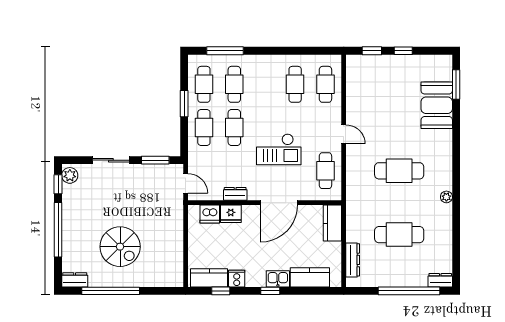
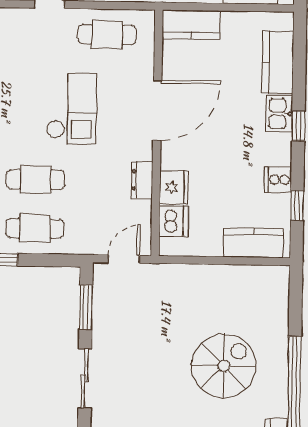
door: (279, 203) -> (157, 110), hinge flipped
kitchen counter: (209, 278) -> (253, 243), moved, turned 90

